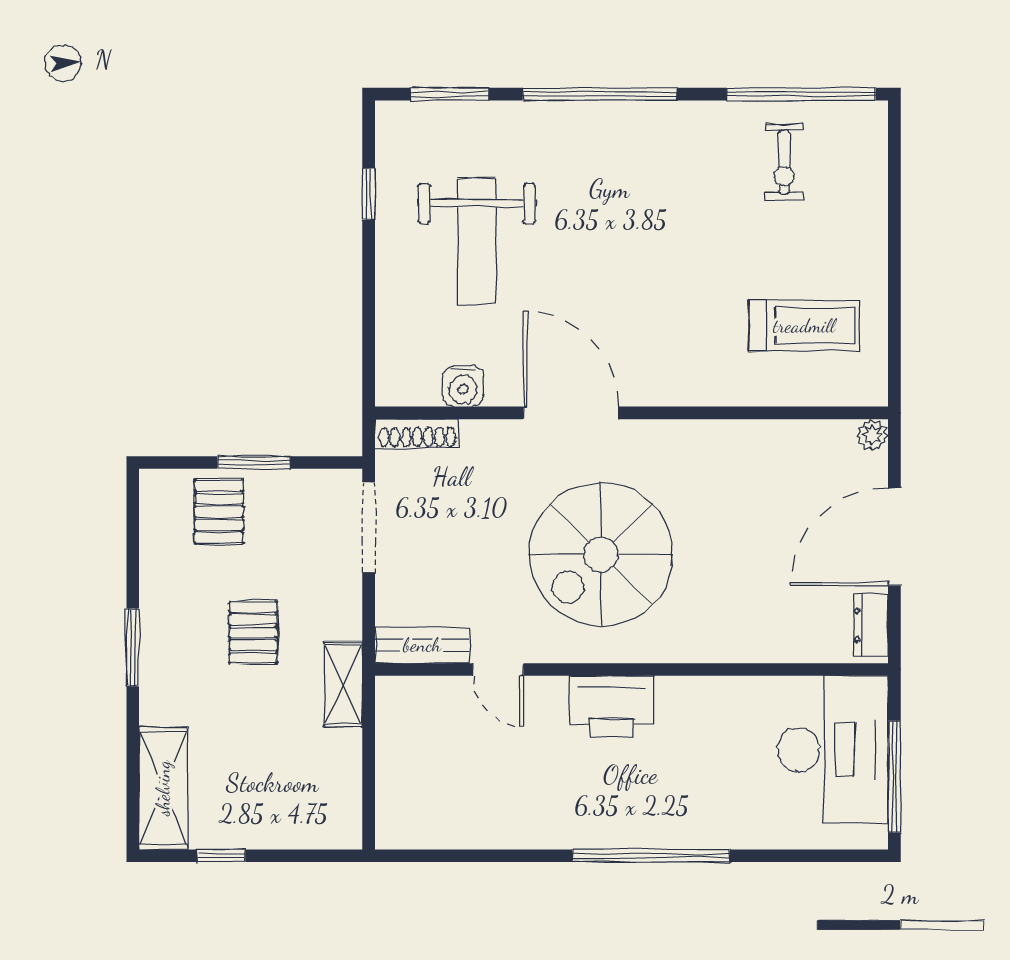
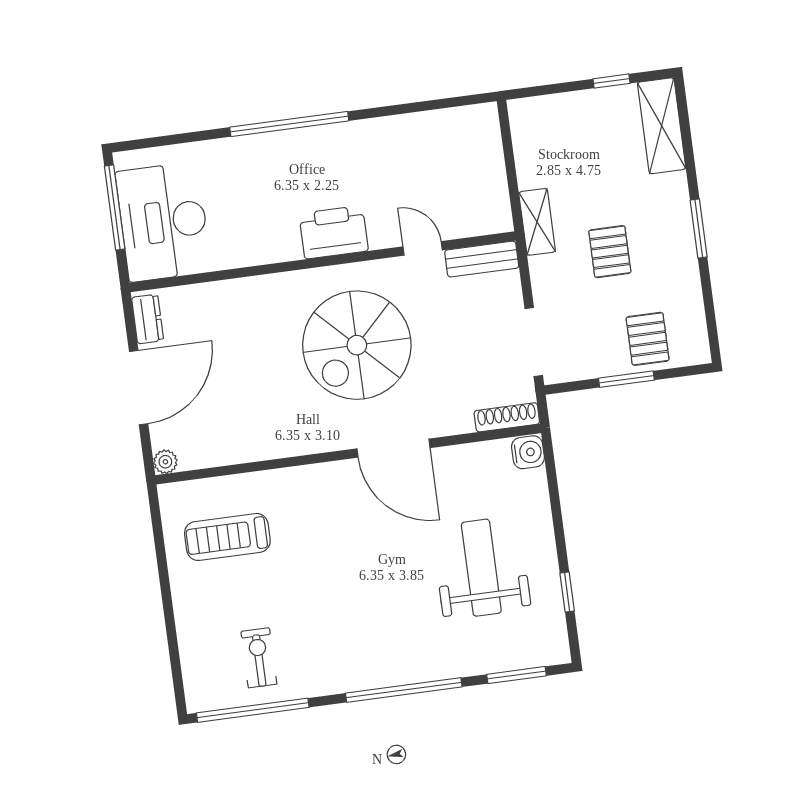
water cooler: (463, 386) -> (528, 452), moved, turned 90
spiral stairs: (601, 554) -> (357, 345), turned 180

